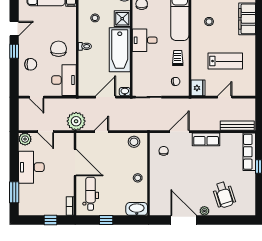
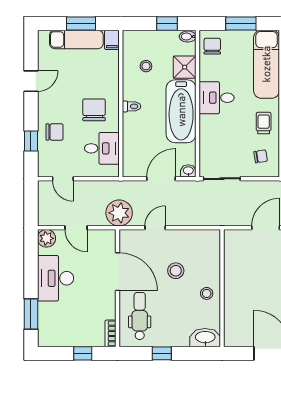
window: (14, 51) -> (31, 141), moved
desk: (64, 80) -> (102, 148), width x0.73
stool: (134, 142) -> (176, 271), moved
chair: (164, 151) -> (243, 255), removed

